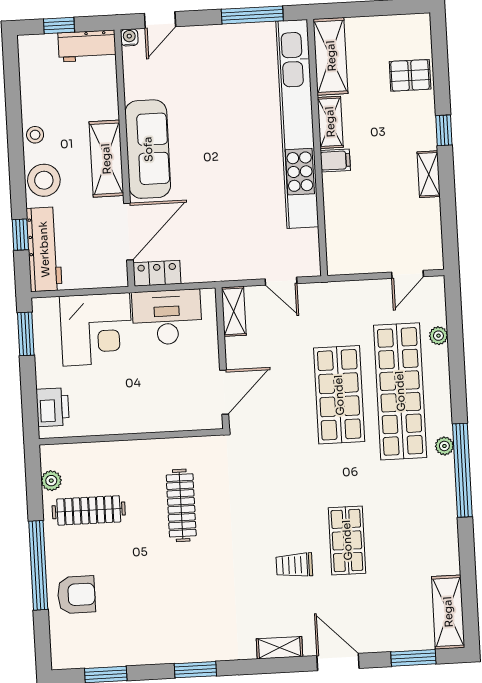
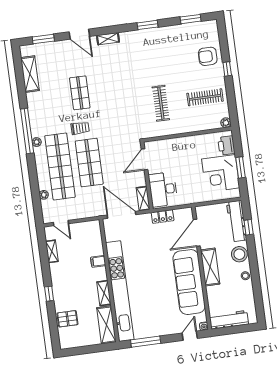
window: (59, 25) -> (238, 329), removed
workbench: (87, 46) -> (229, 320), width x1.38
sofa: (148, 149) -> (189, 282), width x1.36, depth x1.27
filing cabinet: (335, 160) -> (98, 261), moved
shelving: (429, 174) -> (52, 251), moved
locker: (157, 273) -> (163, 216), moved
door: (407, 274) -> (61, 223), swing flipped
door: (281, 281) -> (121, 215), width x1.87
desk: (167, 317) -> (163, 189), moved, turned 90
corner desk: (96, 329) -> (221, 173), moved, turned -90
window: (26, 334) -> (240, 167), moved
plant: (51, 481) -> (226, 123), moved
window: (38, 565) -> (227, 69), width x0.32
trolley: (294, 565) -> (80, 128), moved
shelving: (448, 612) -> (30, 74), moved

